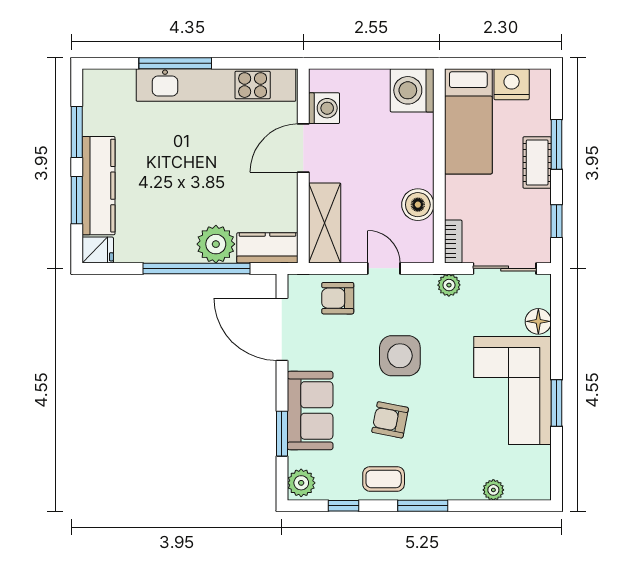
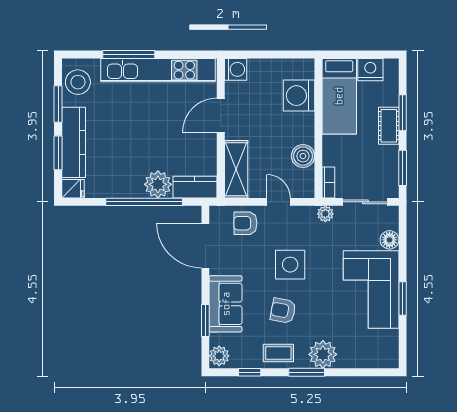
washing machine: (412, 90) -> (299, 96), moved
stool: (104, 102) -> (78, 82), added
washing machine: (324, 108) -> (236, 69), moved
window: (557, 221) -> (403, 168), width x1.50
plant: (493, 490) -> (323, 354), moved, width x1.88, depth x1.88

